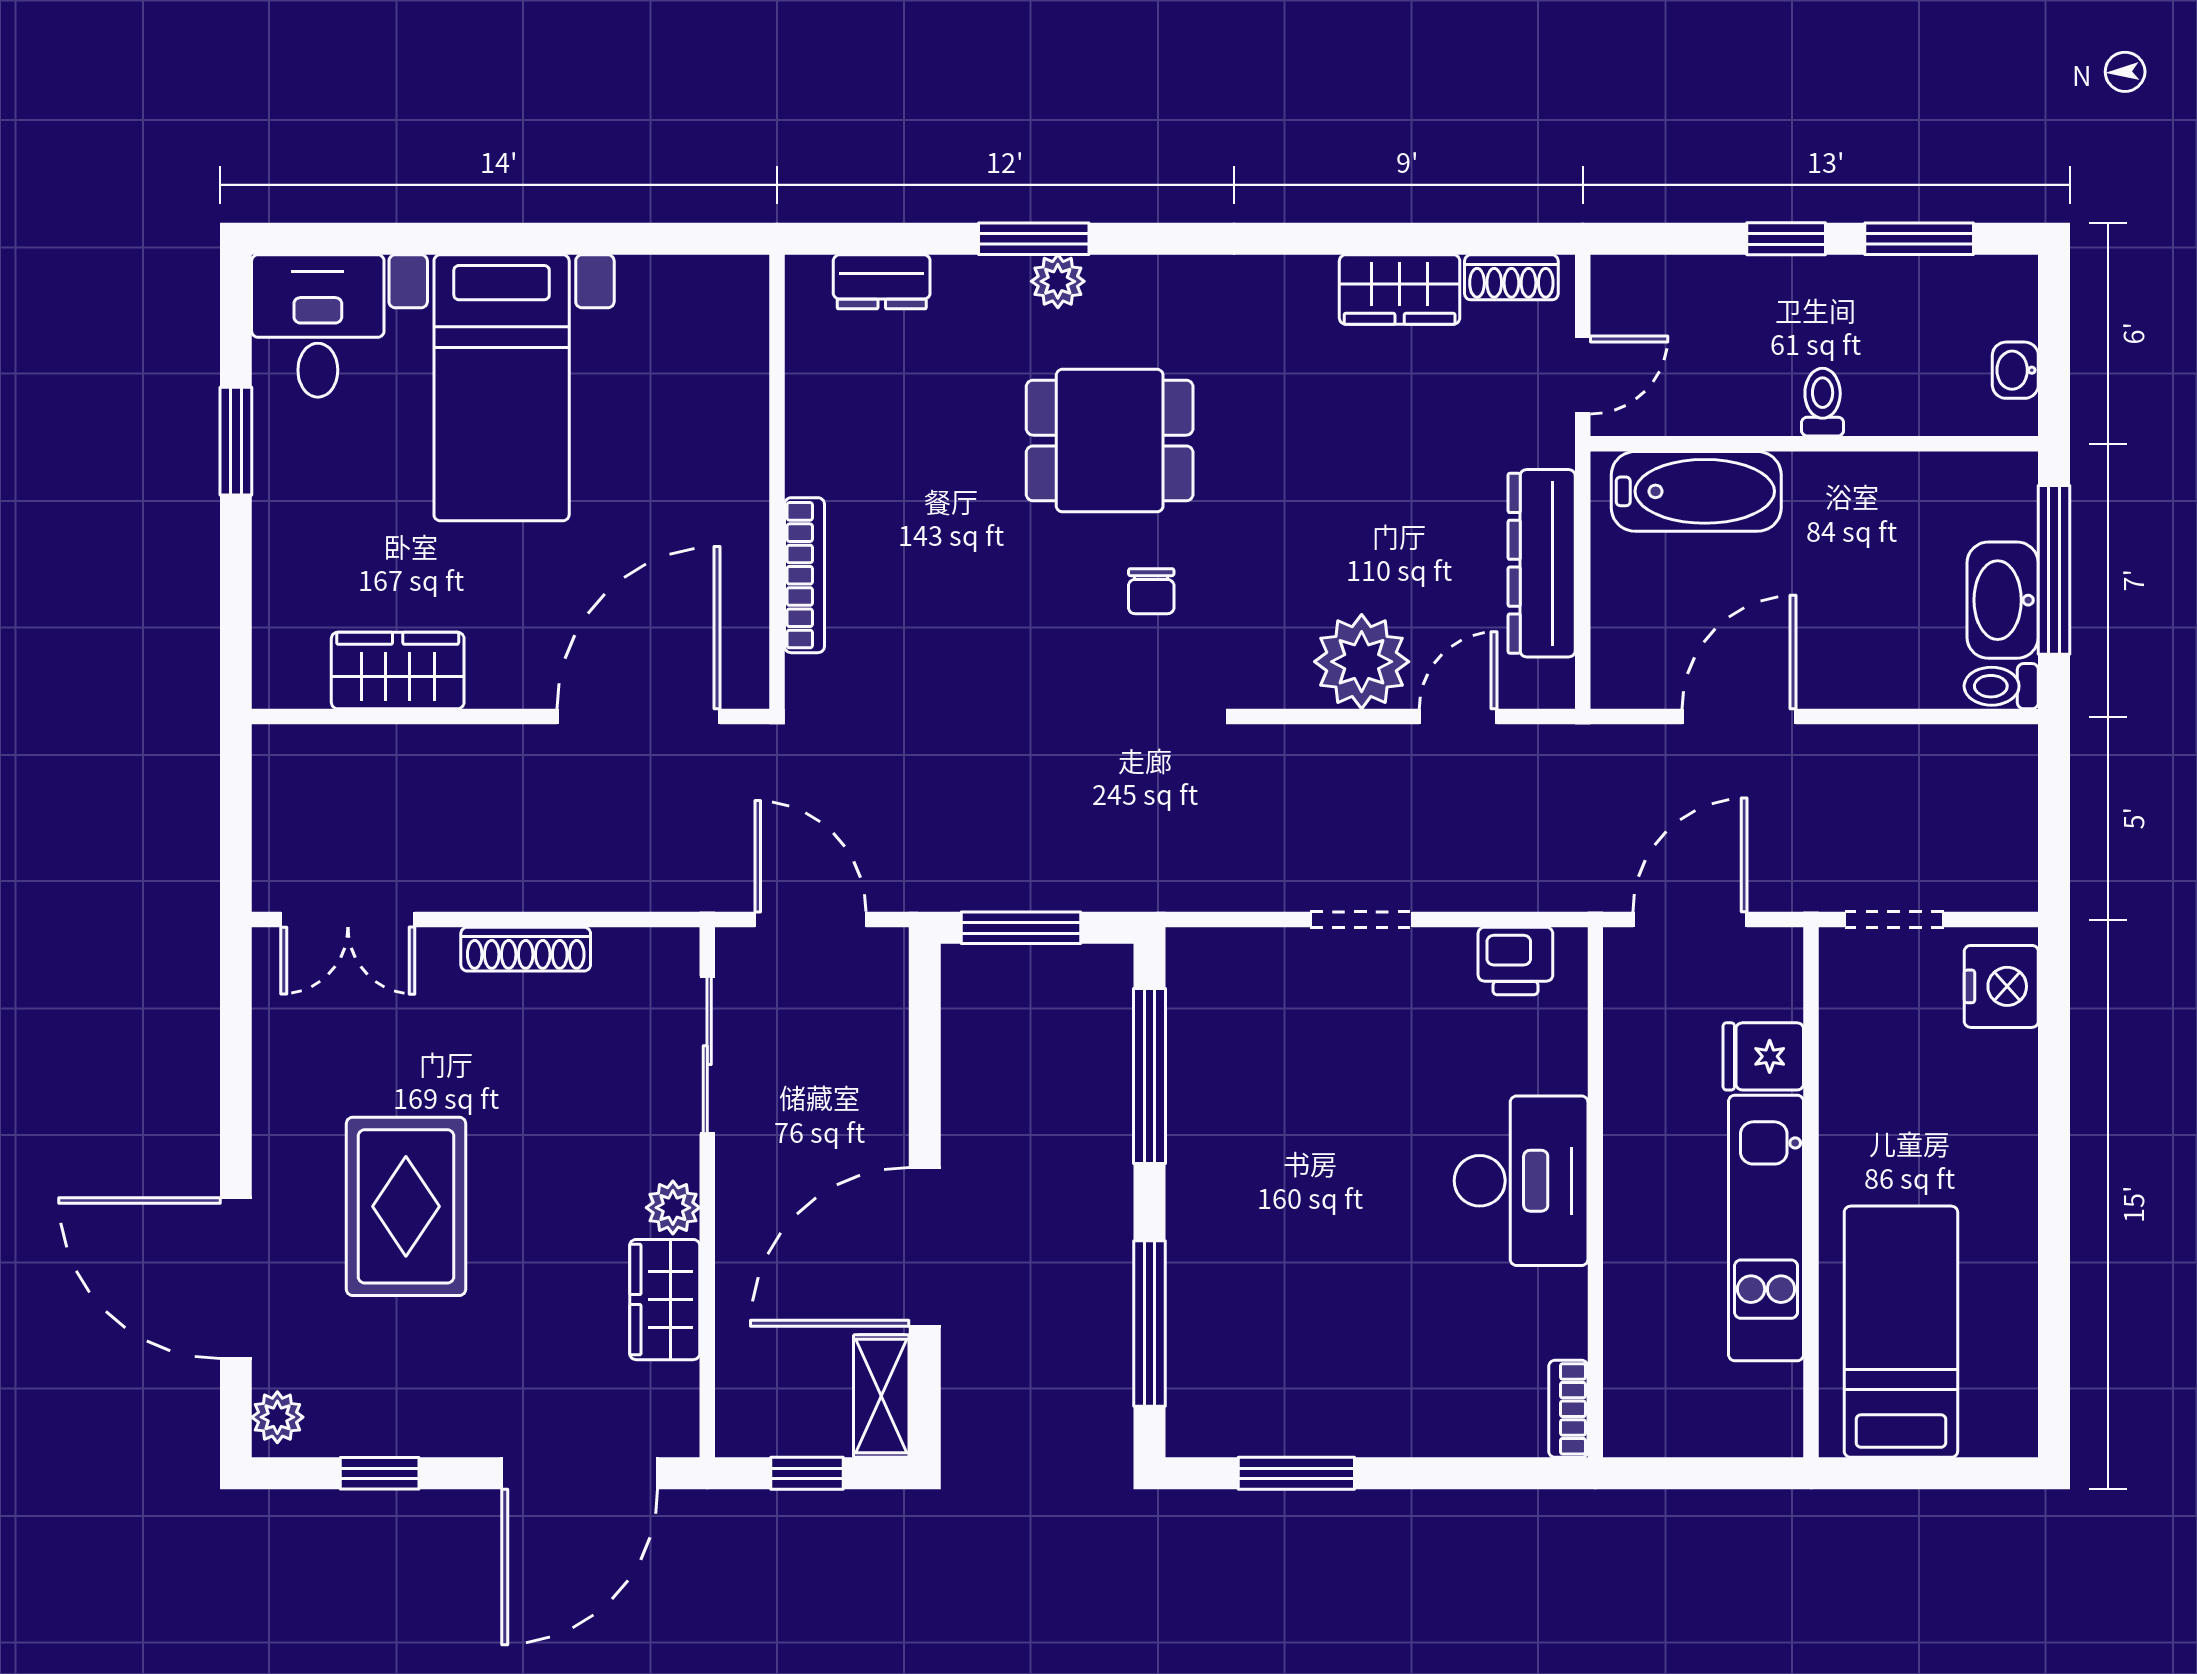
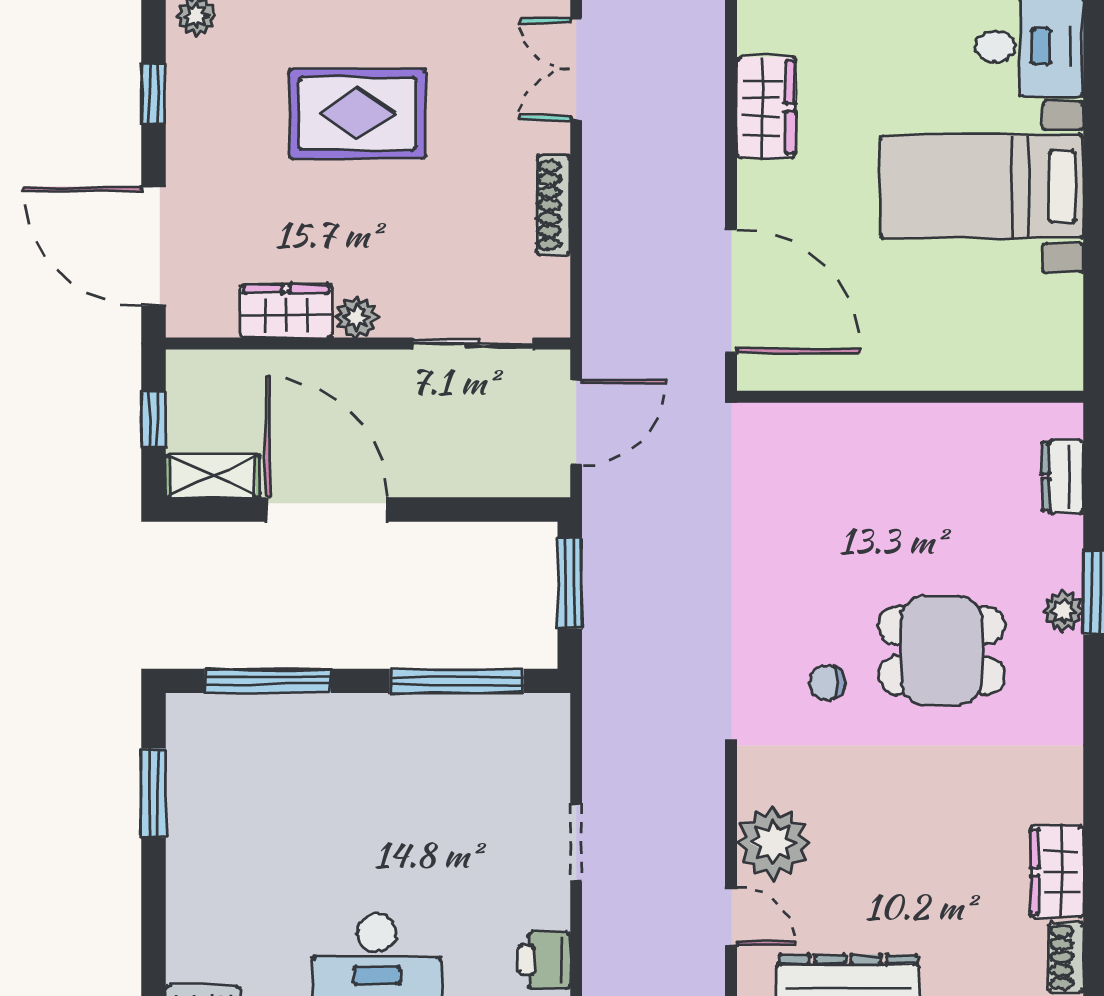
dining table: (1110, 441) -> (942, 651), turned 90
bookcase: (804, 575) -> (839, 418), removed

